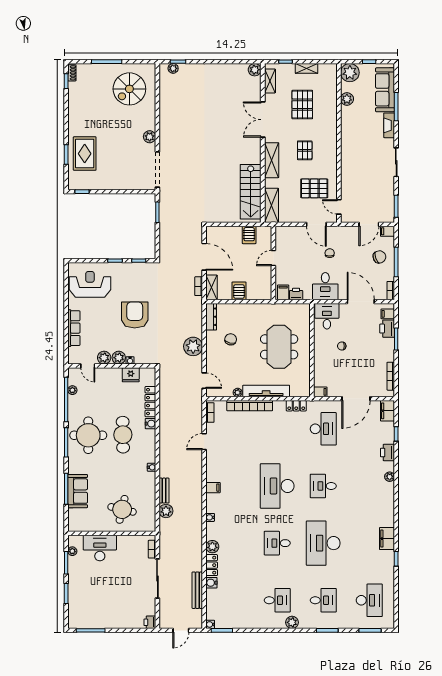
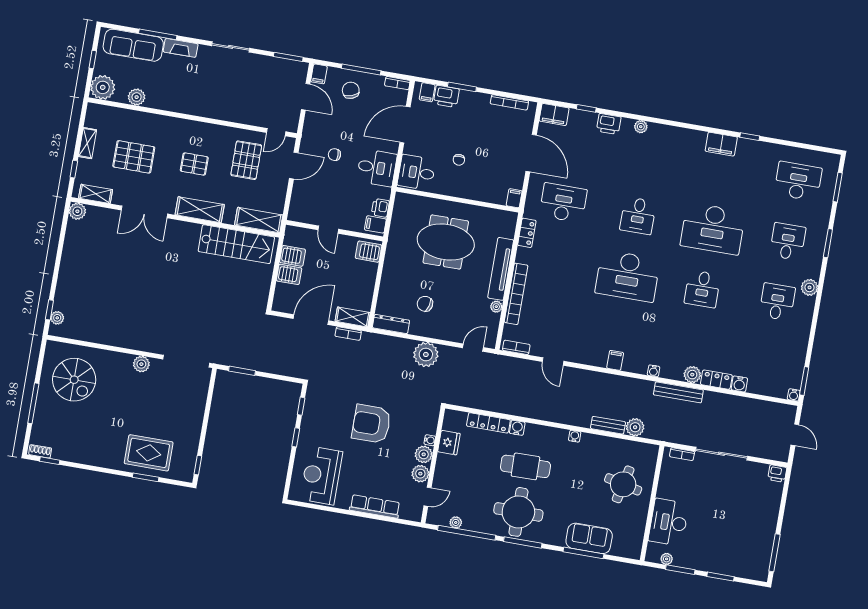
server rack: (235, 235) -> (289, 274), added
server rack: (239, 291) -> (369, 252), moved
bench: (197, 590) -> (678, 392), moved

